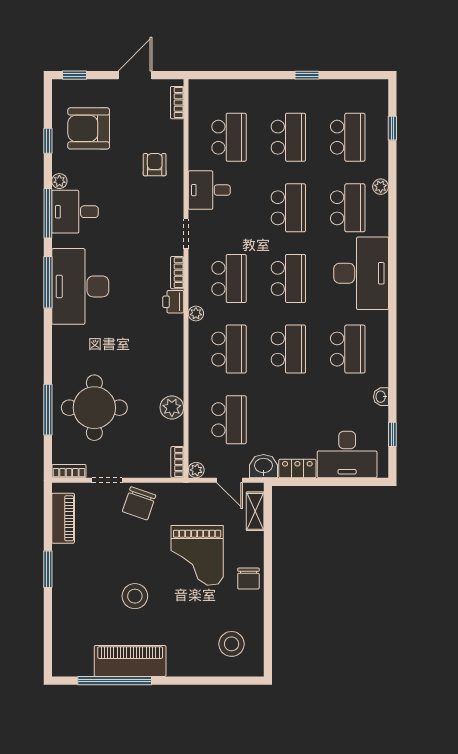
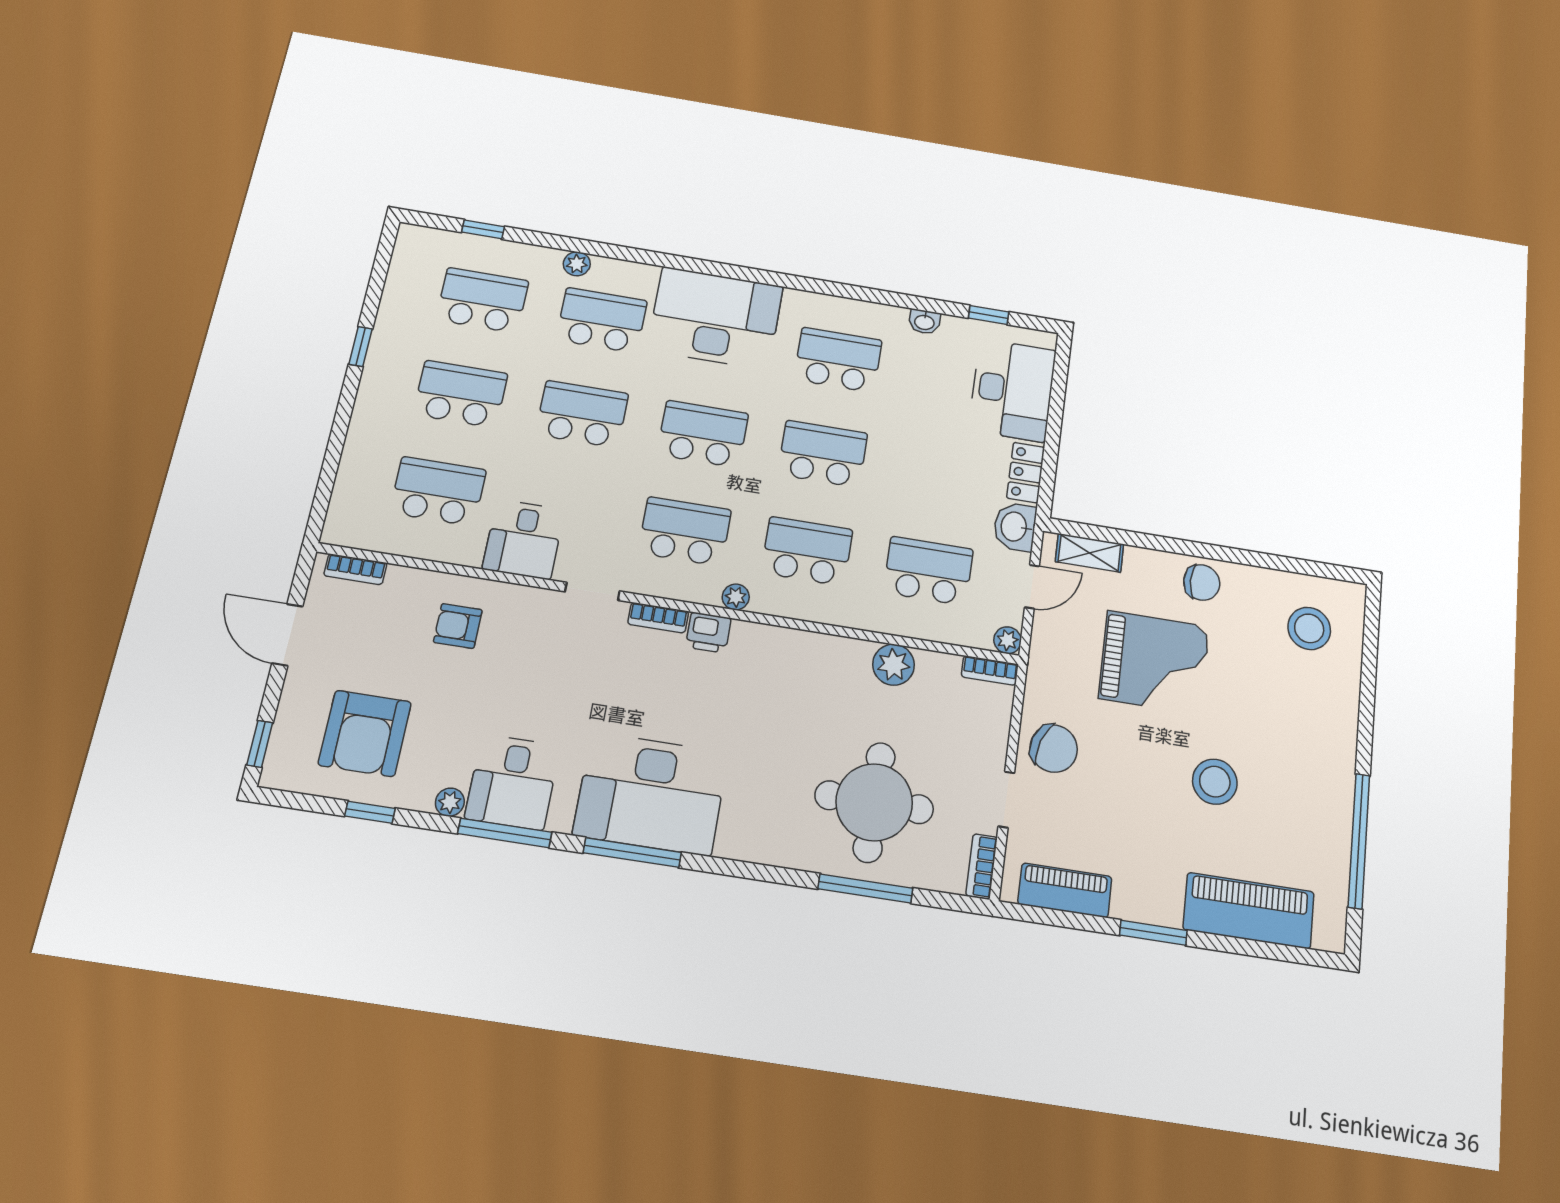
piano: (130, 661) -> (1249, 911), moved, turned 90

